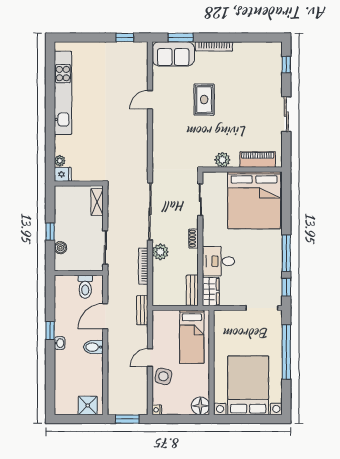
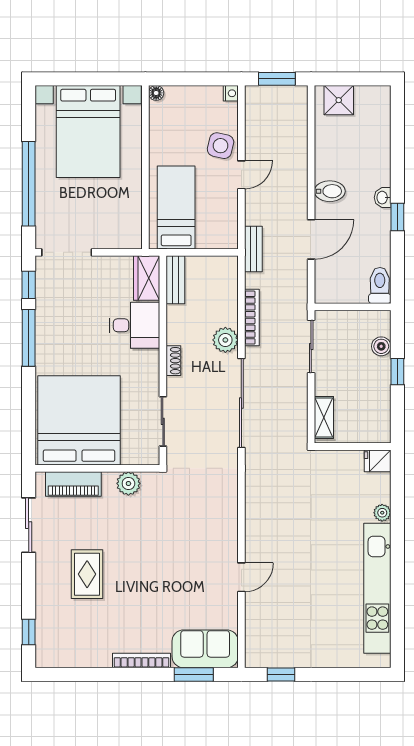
rug: (204, 100) -> (87, 574), moved
sliding door: (286, 114) -> (29, 525), moved
plant: (60, 161) -> (382, 513), moved
toilet: (85, 287) -> (380, 285), moved
floor lamp: (200, 406) -> (156, 93), width x0.53, depth x0.53

